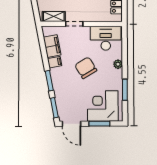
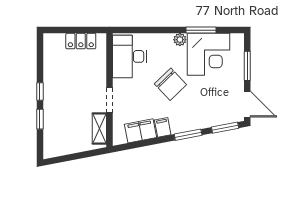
plant: (118, 64) -> (180, 40), moved
chair: (86, 68) -> (170, 84), turned -103
corner desk: (103, 106) -> (209, 54), moved, turned -90
door: (71, 124) -> (247, 104), hinge flipped

